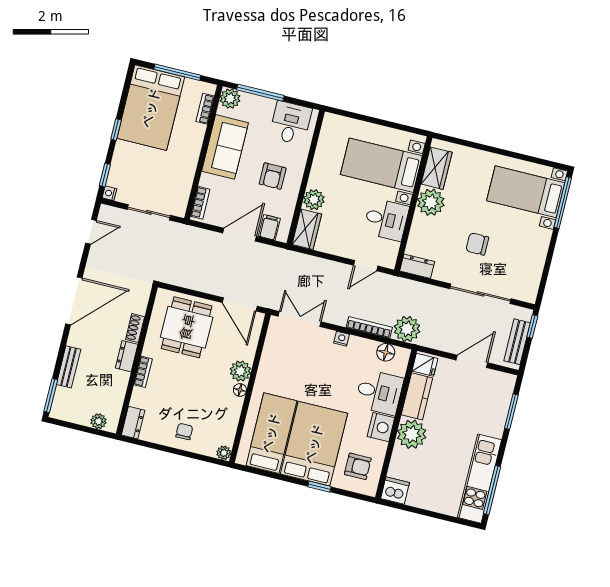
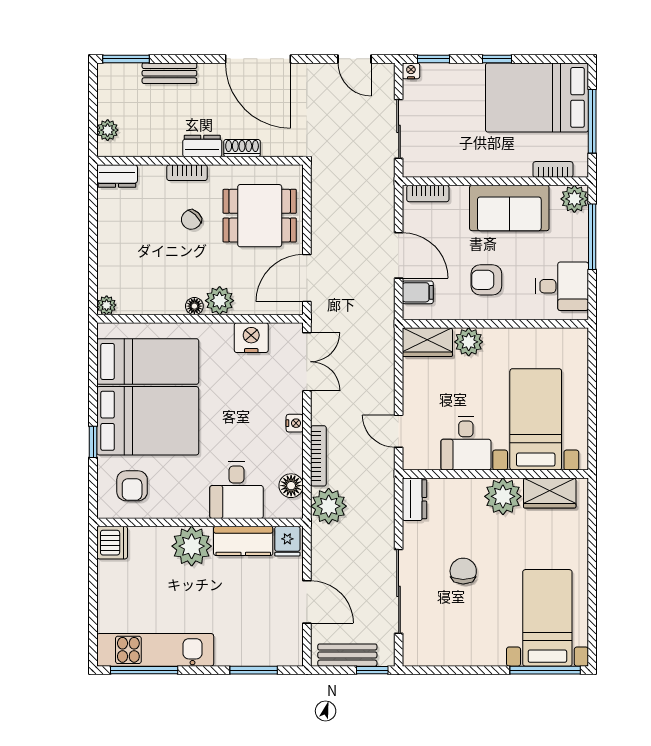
nightstand: (381, 427) -> (251, 338), moved, turned 180
chair: (184, 432) -> (191, 220), moved, turned 135

